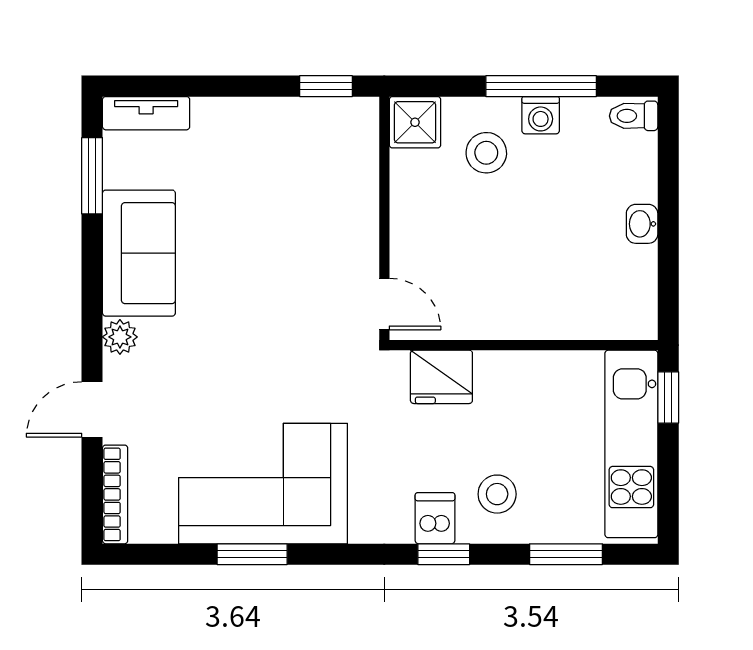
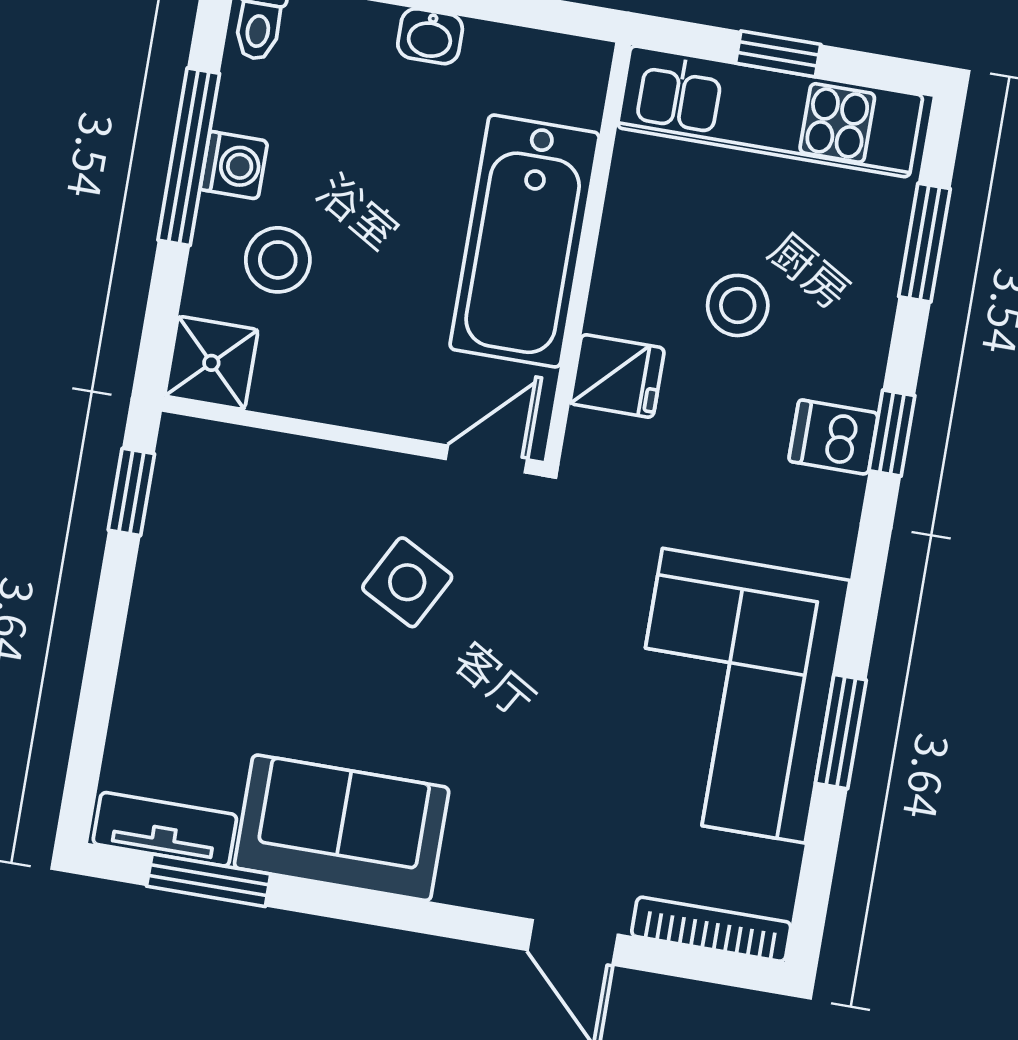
tv unit: (146, 113) -> (165, 829), moved, turned -90
side table: (299, 268) -> (407, 582), added
bathtub: (524, 305) -> (525, 241), added
plant: (120, 337) -> (467, 880), removed
fridge: (441, 377) -> (617, 376), width x0.72
window: (668, 397) -> (778, 54), moved
stool: (497, 494) -> (738, 305), moved

